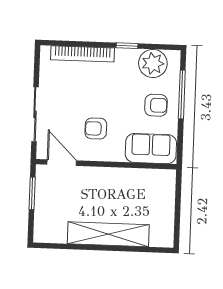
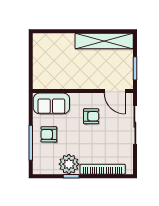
plant: (153, 63) -> (69, 164), moved
shelving: (108, 234) -> (104, 41), moved

